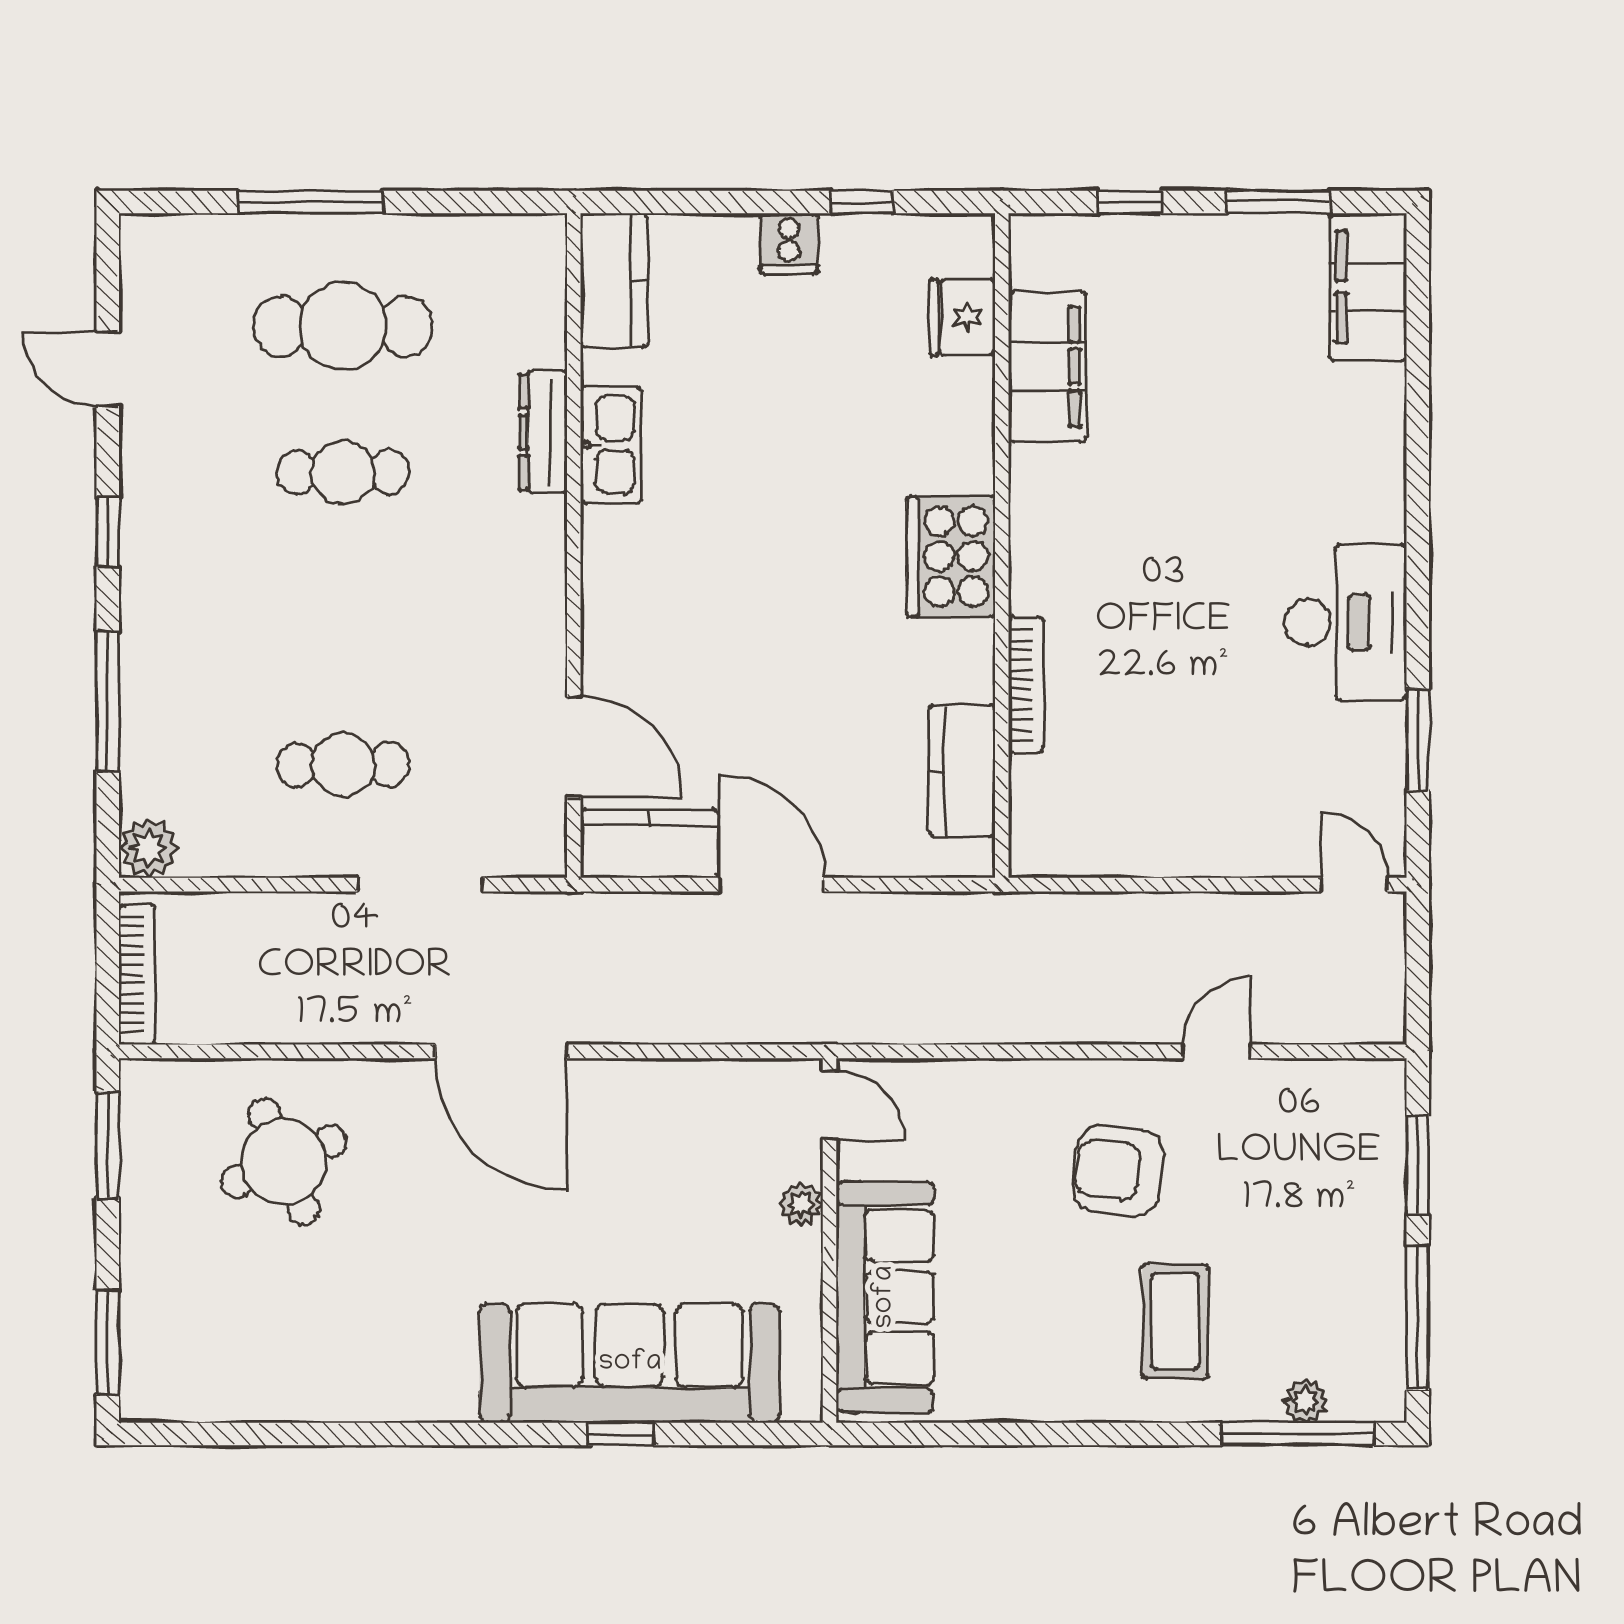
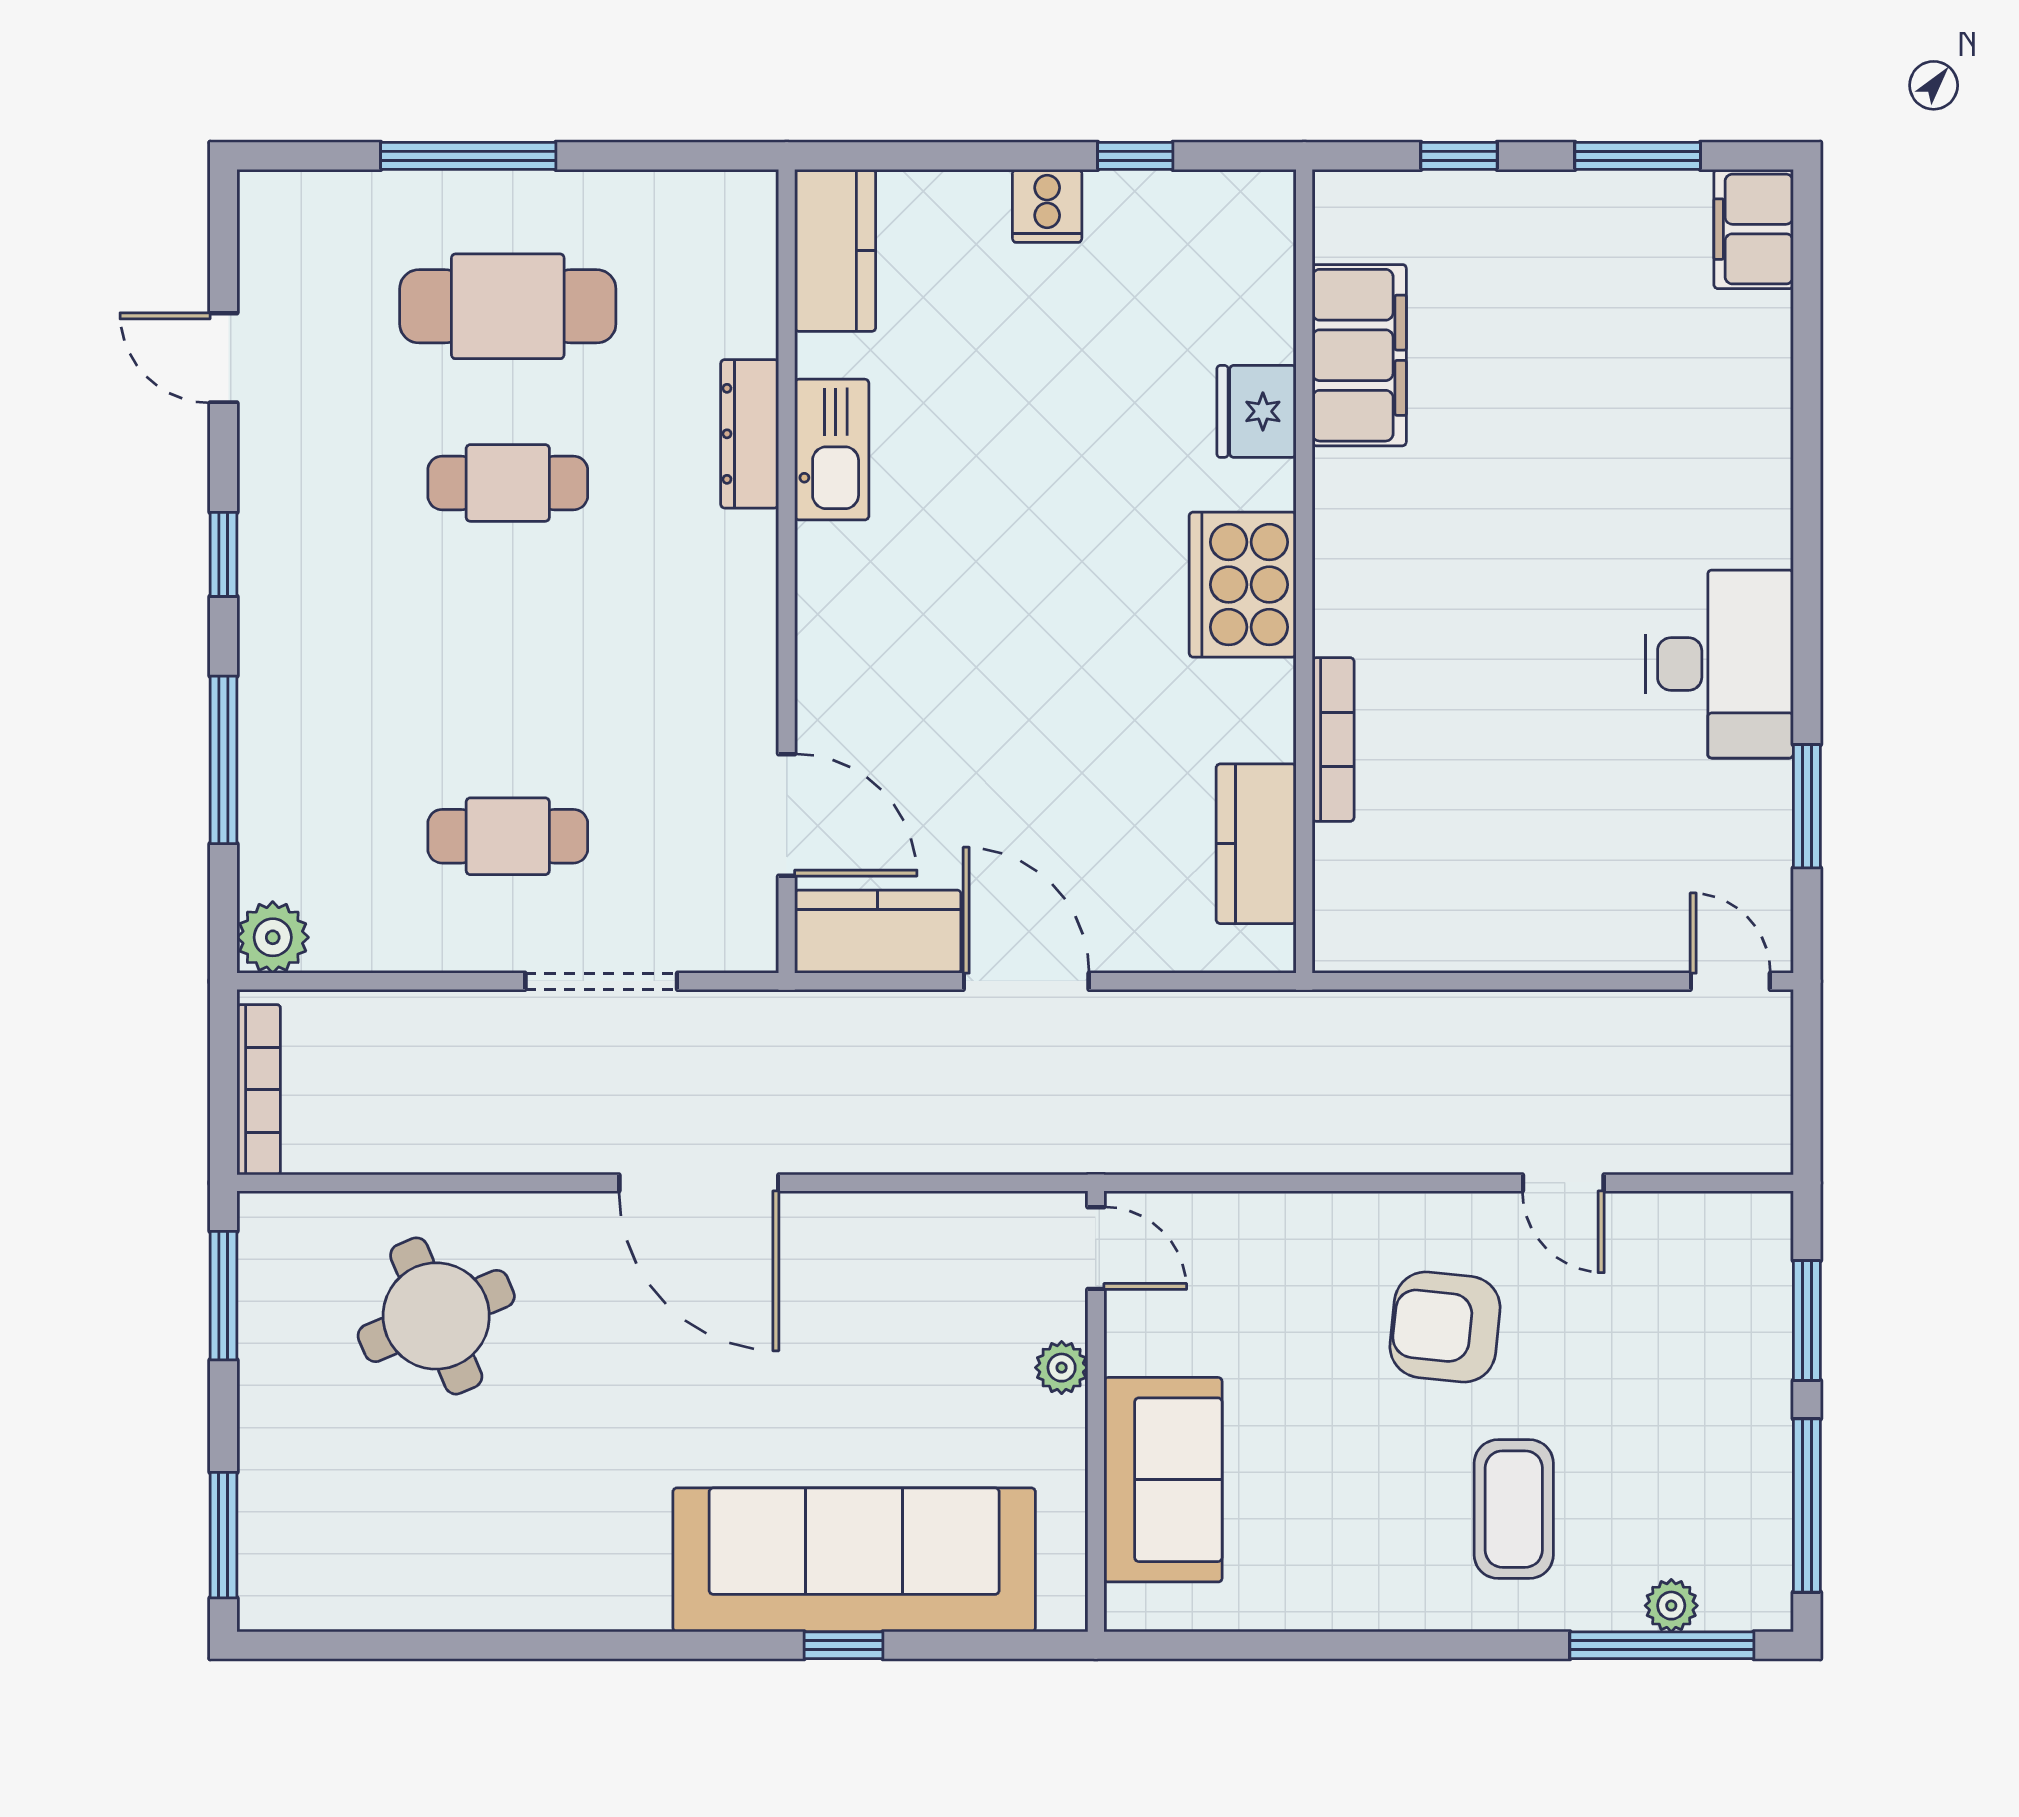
filing cabinet: (1368, 287) -> (1754, 229), width x0.67, depth x0.86
fridge: (962, 317) -> (1257, 411), moved
door: (1216, 1051) -> (1563, 1183), swing flipped
sofa: (885, 1297) -> (1163, 1480), width x0.73

